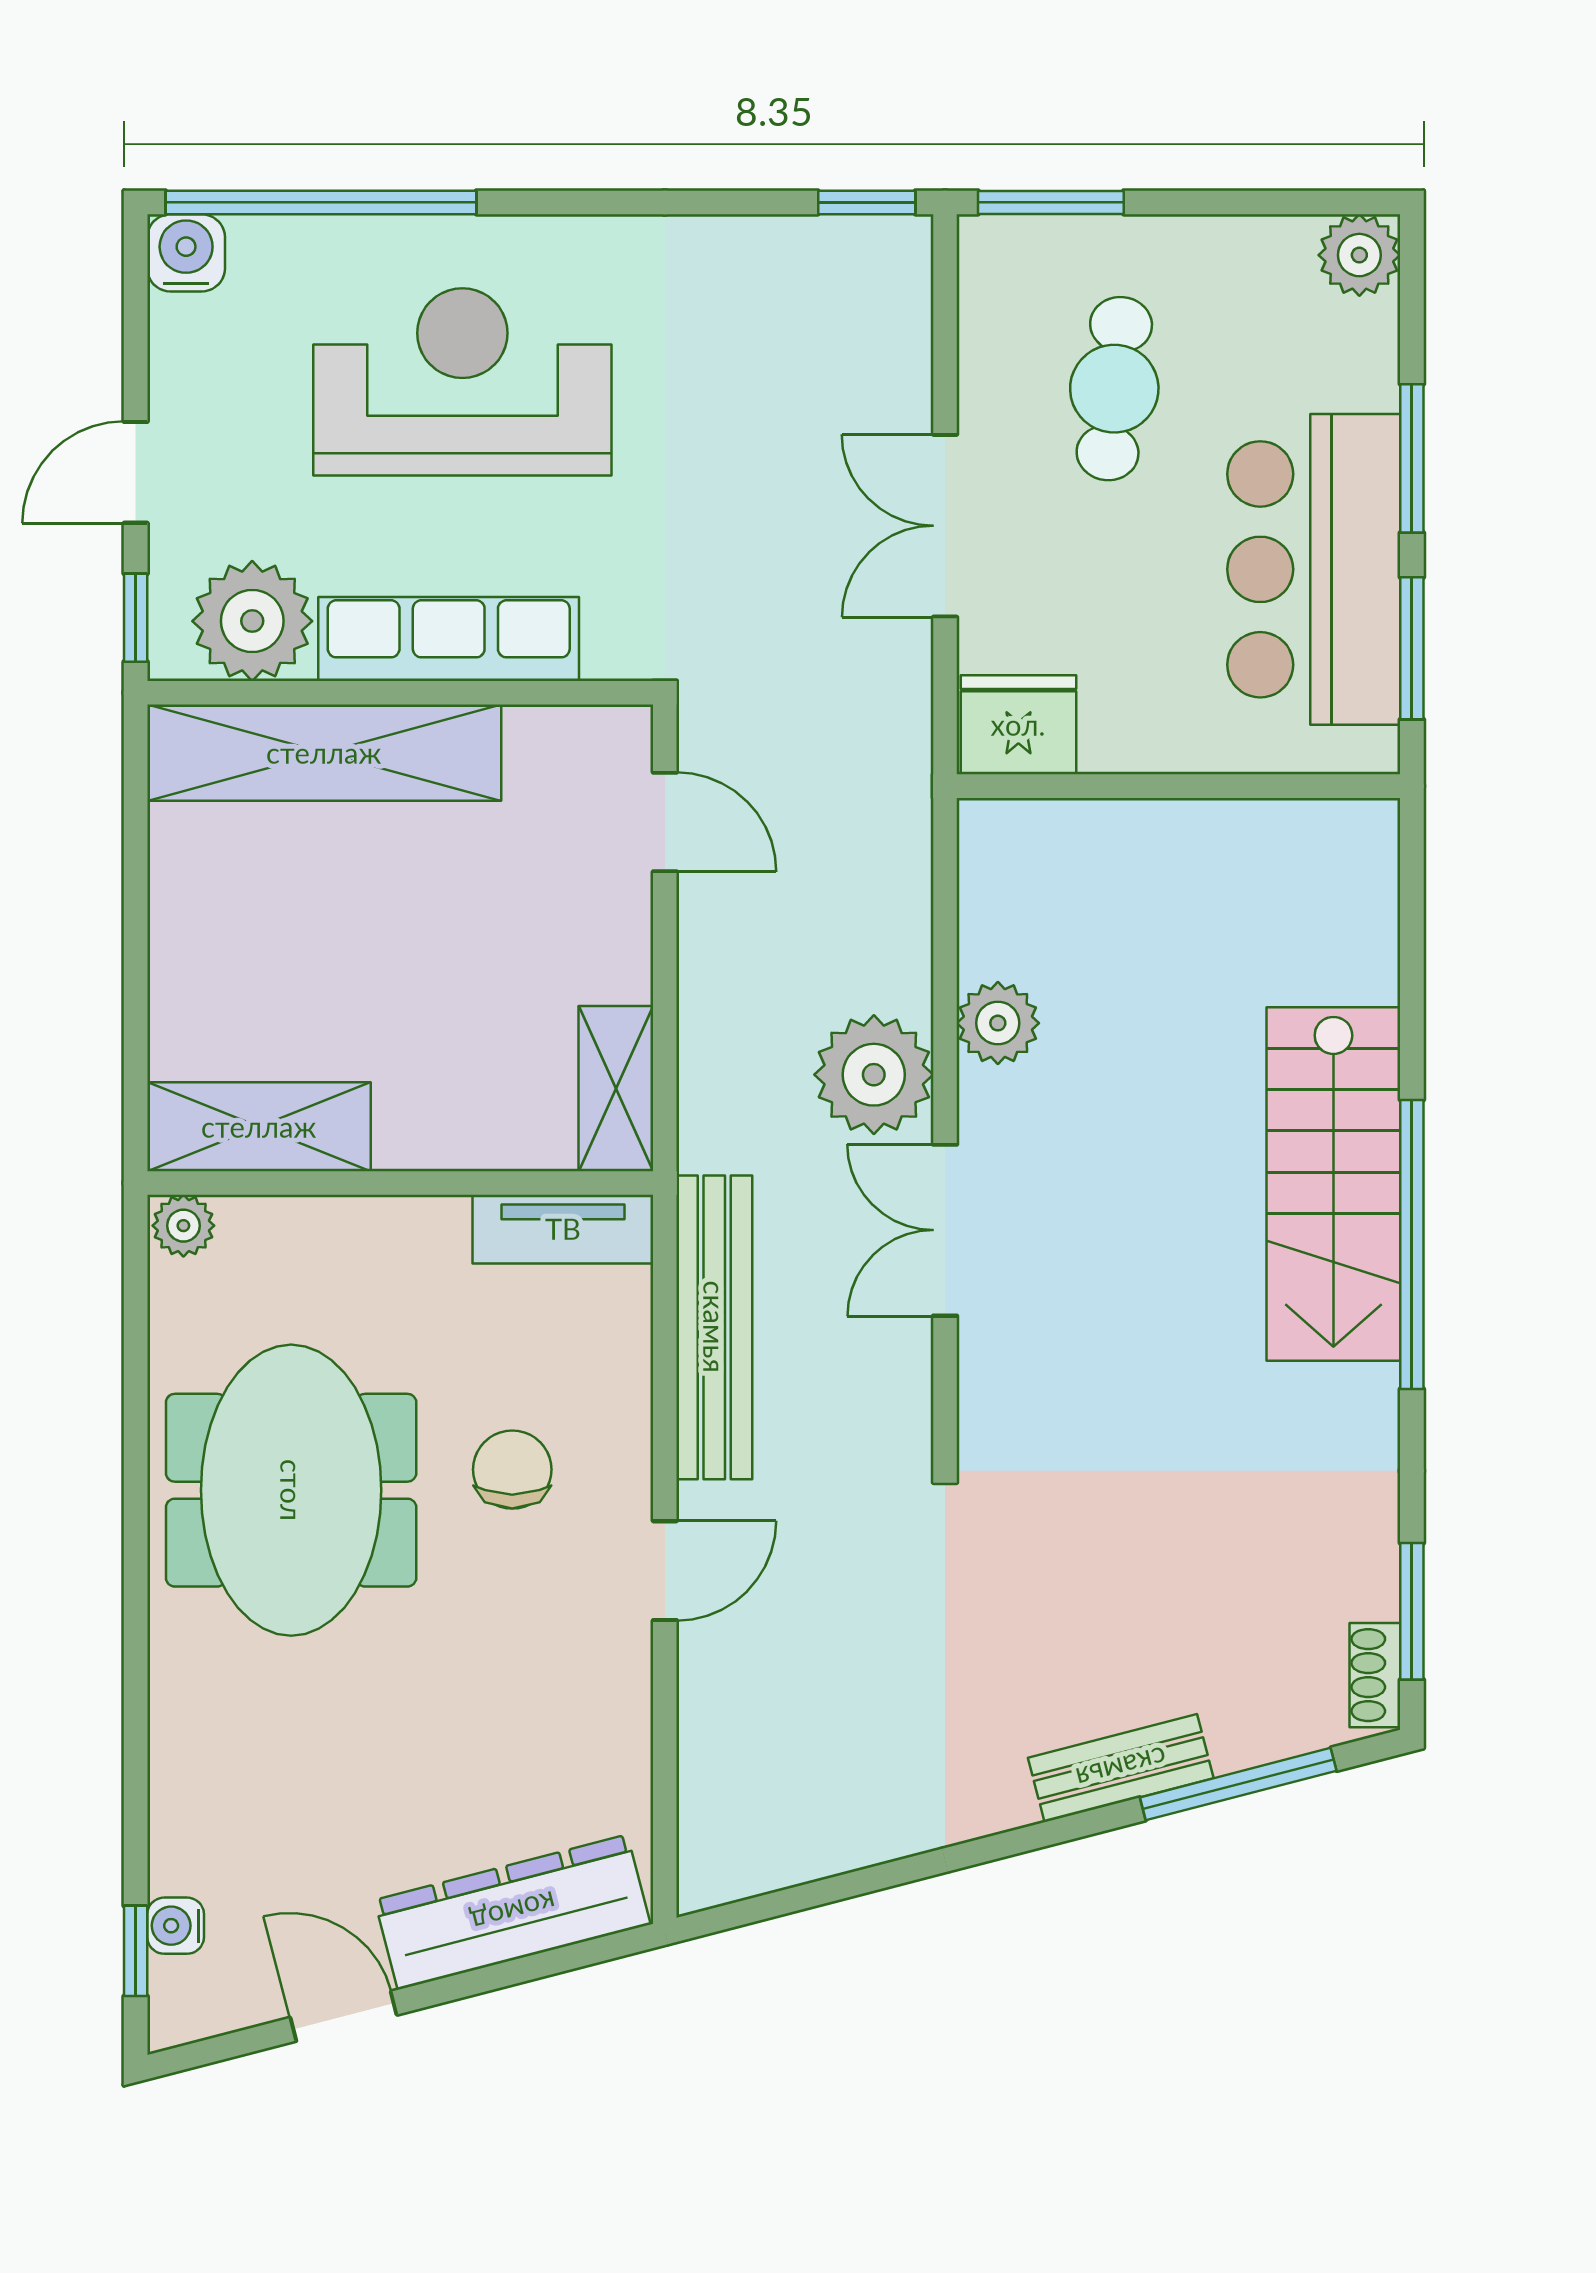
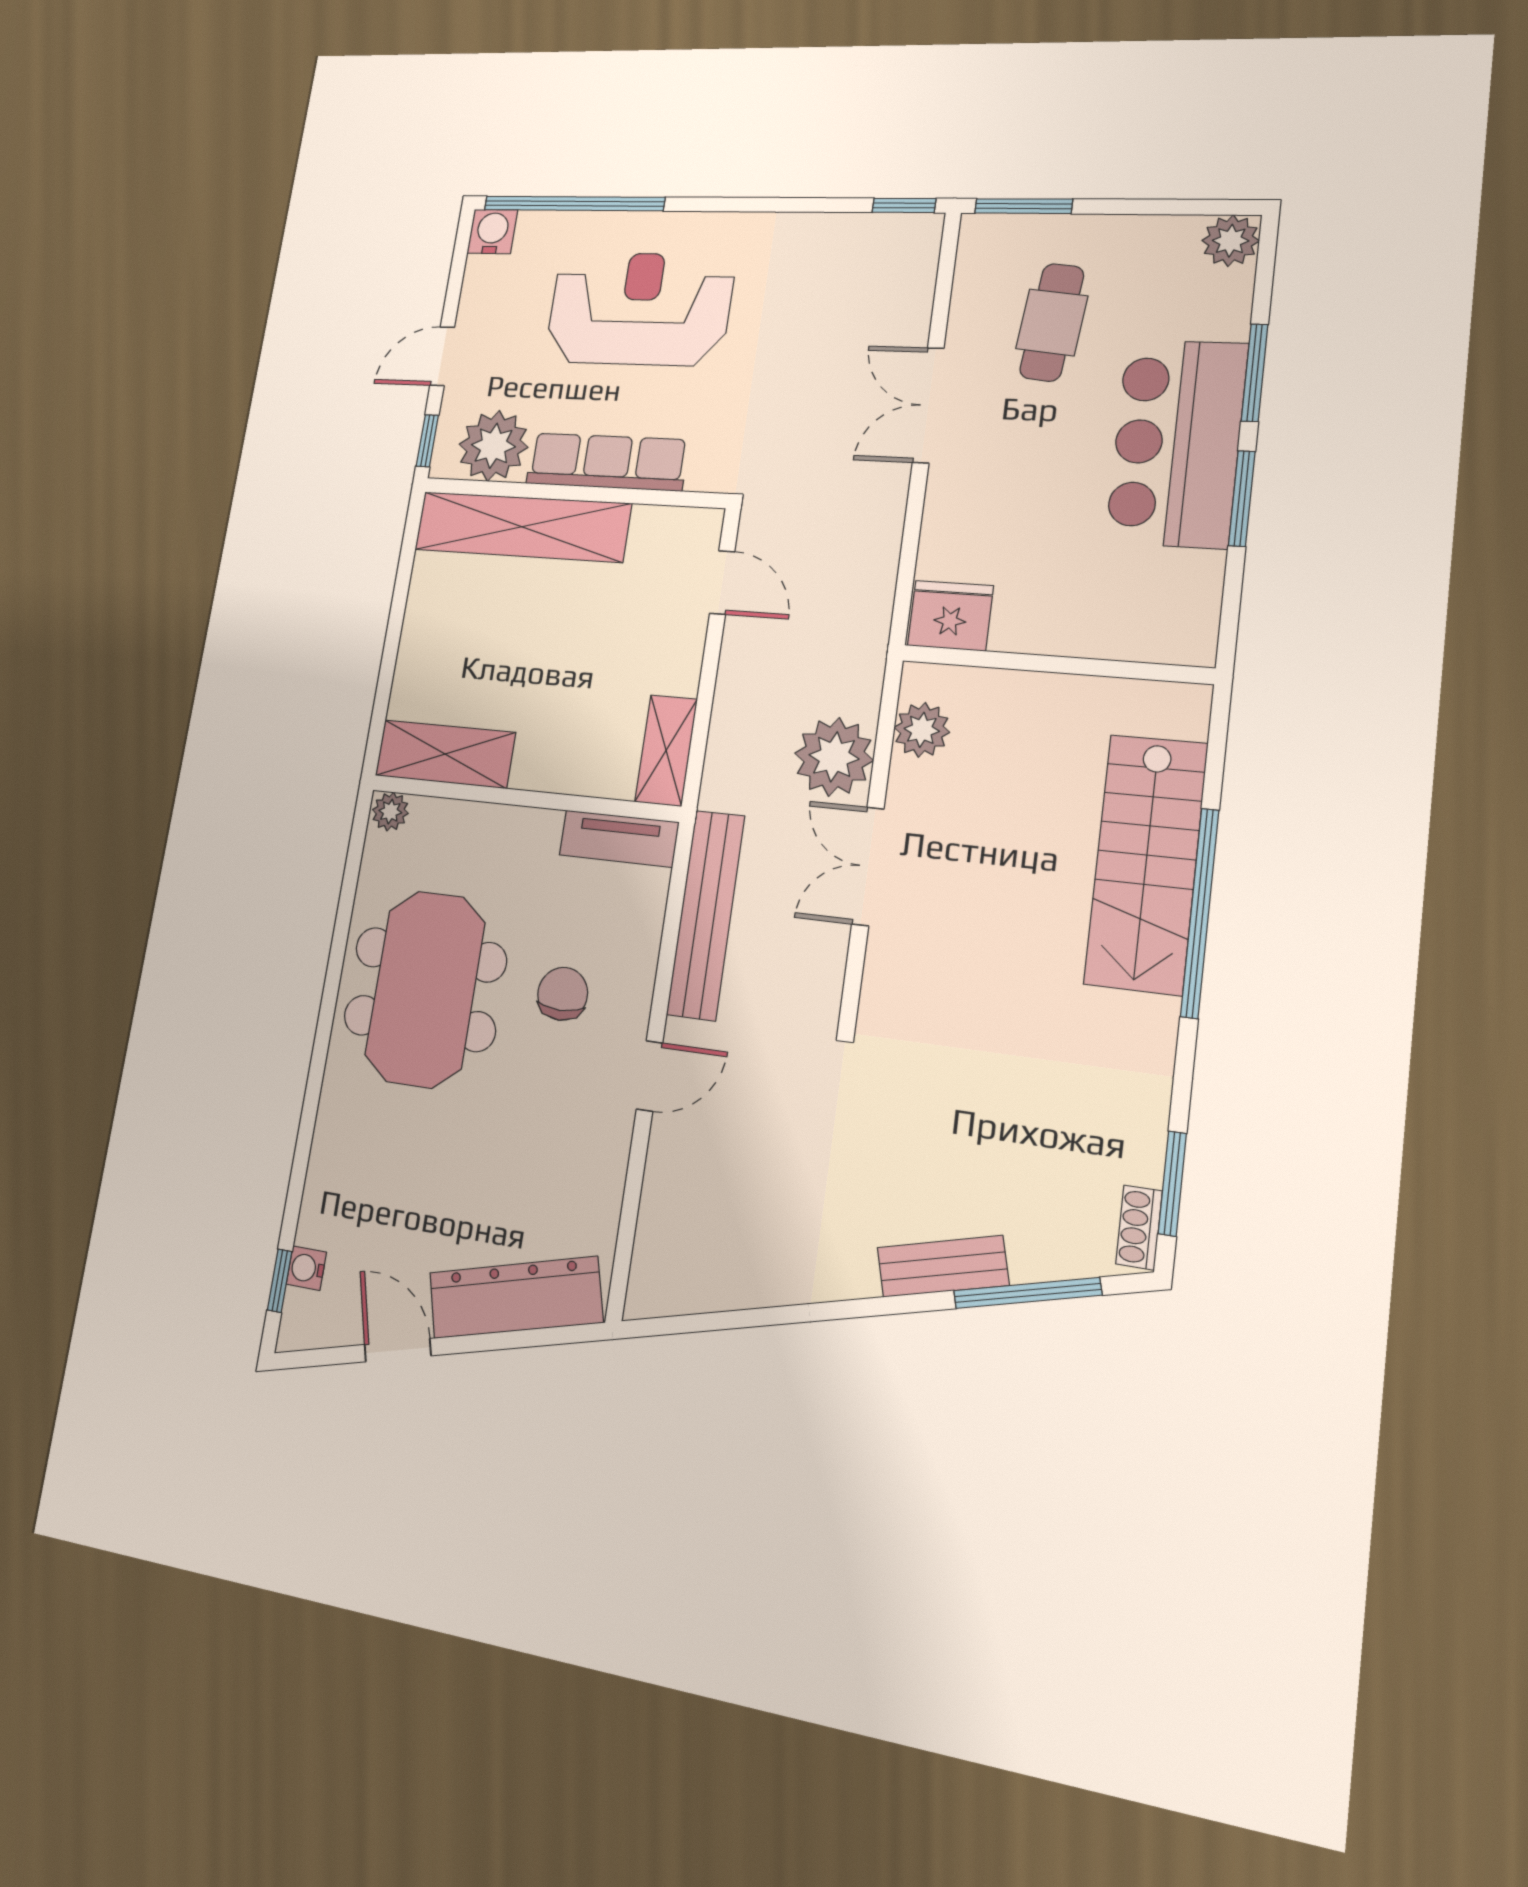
fridge: (1018, 725) -> (950, 616), moved
wall: (1178, 786) -> (1056, 664), moved

